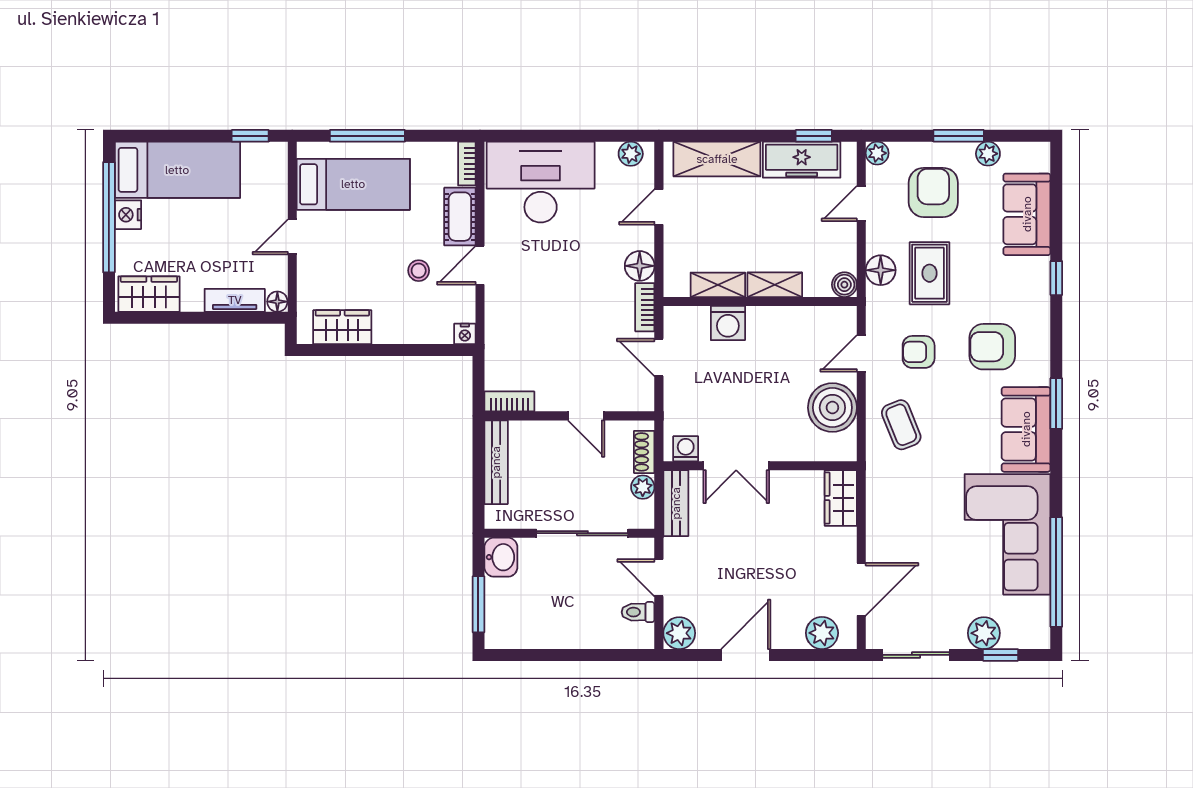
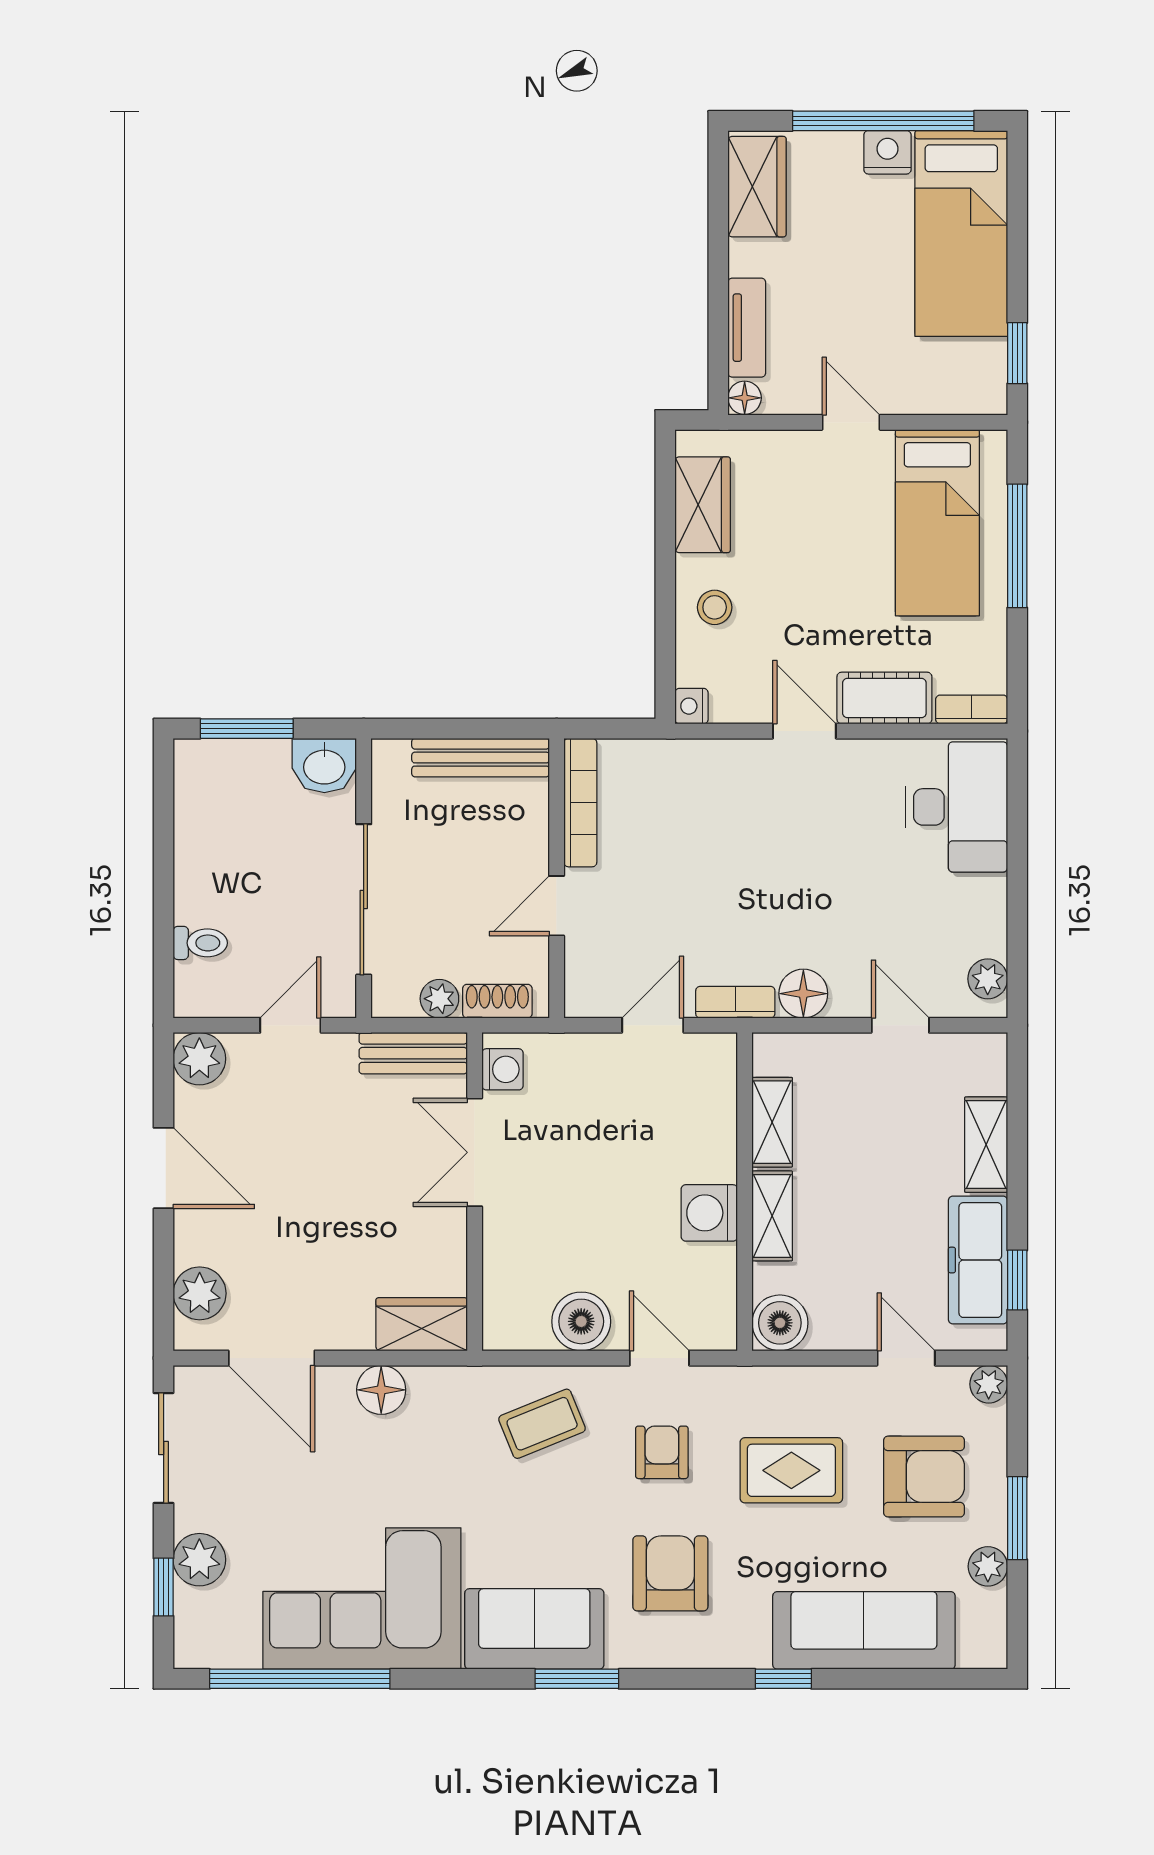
shelving: (717, 159) -> (986, 1145), width x0.67, depth x0.75
desk: (541, 182) -> (956, 807), width x0.73, depth x0.77
sofa: (1027, 214) -> (864, 1630), width x1.36
floor lamp: (881, 270) -> (381, 1390), moved
stool: (419, 271) -> (715, 607), moved
boiler: (844, 285) -> (780, 1323), width x1.36, depth x1.36
washing machine: (728, 323) -> (709, 1213), moved
bookcase: (509, 401) -> (580, 803), width x1.56
boiler: (832, 408) -> (581, 1321), width x0.73, depth x0.73
toilet: (638, 612) -> (200, 943), moved, turned 90

